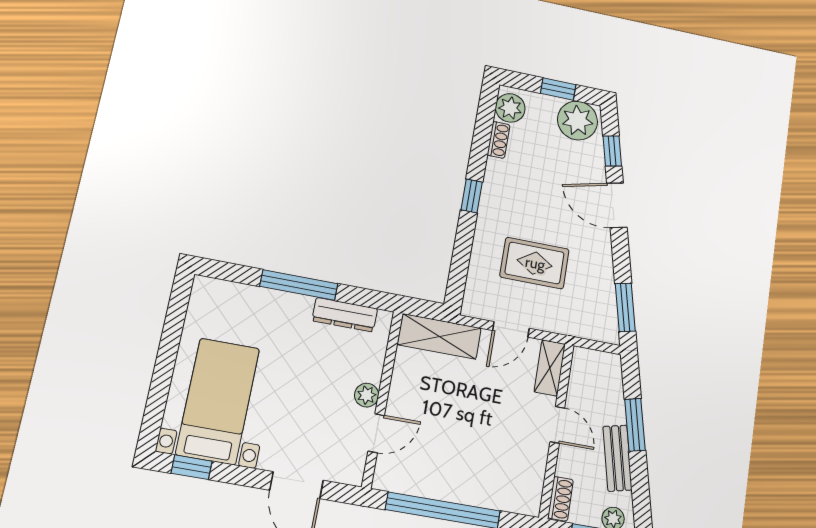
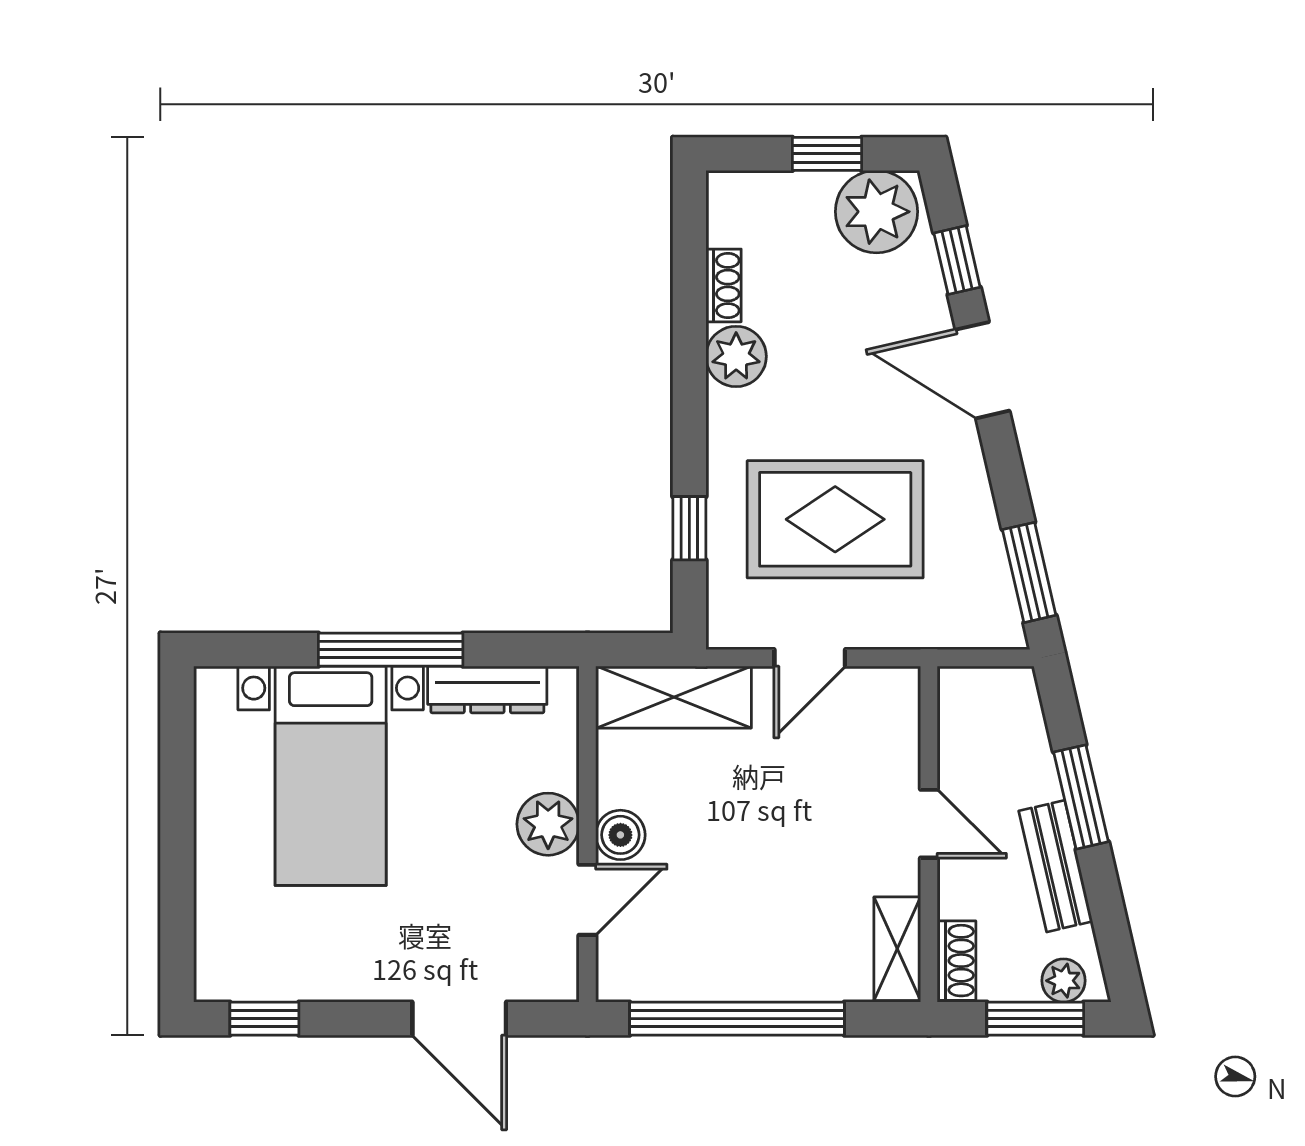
plant: (510, 108) -> (736, 356), moved
window: (472, 196) -> (689, 528), moved
rug: (535, 263) -> (835, 519), width x1.36, depth x1.43
shelving: (550, 368) -> (897, 949), moved
plant: (367, 395) -> (548, 824), width x1.38, depth x1.38
bed with nightstands: (218, 401) -> (331, 776), moved, turned 180
boiler: (399, 402) -> (620, 835), added

